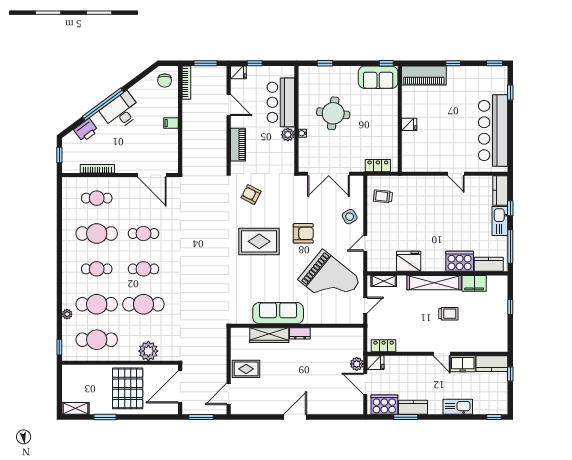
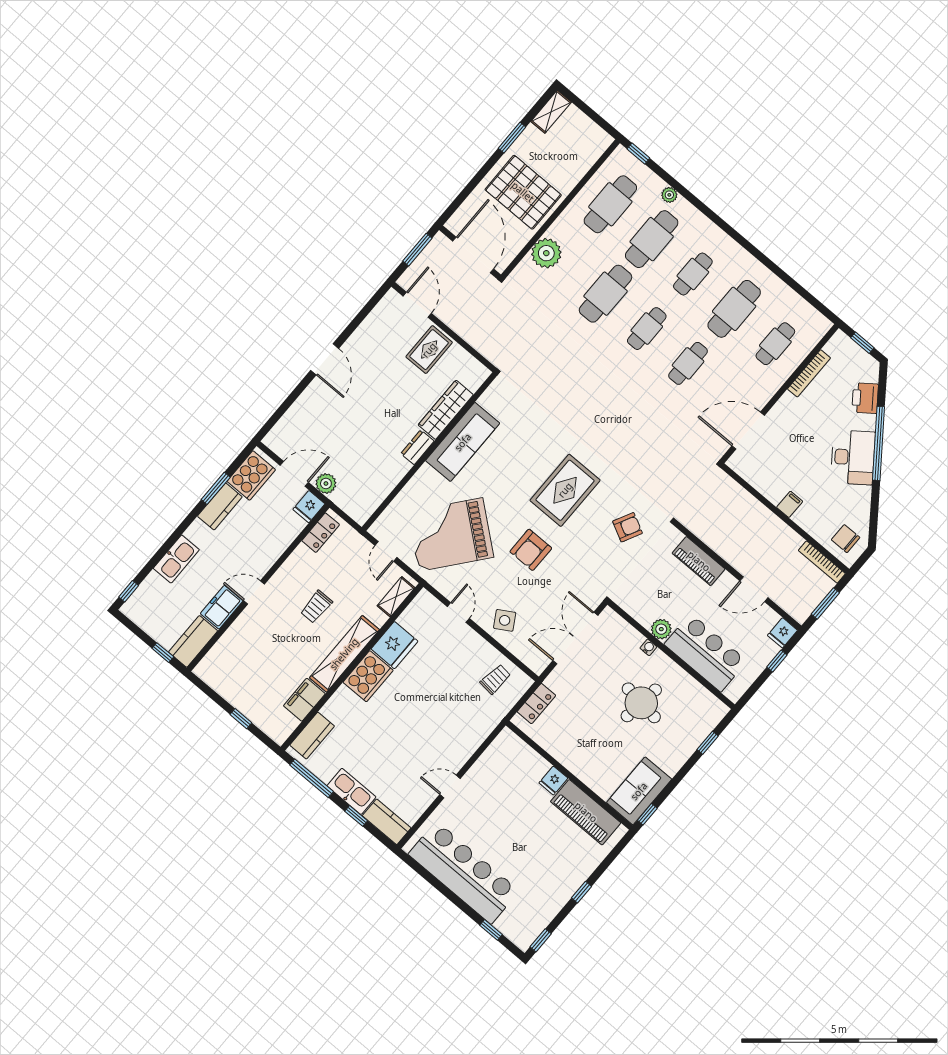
piano: (424, 75) -> (586, 812), moved, turned -90
cooker: (460, 261) -> (368, 676), moved
trolley: (448, 314) -> (316, 607), moved

